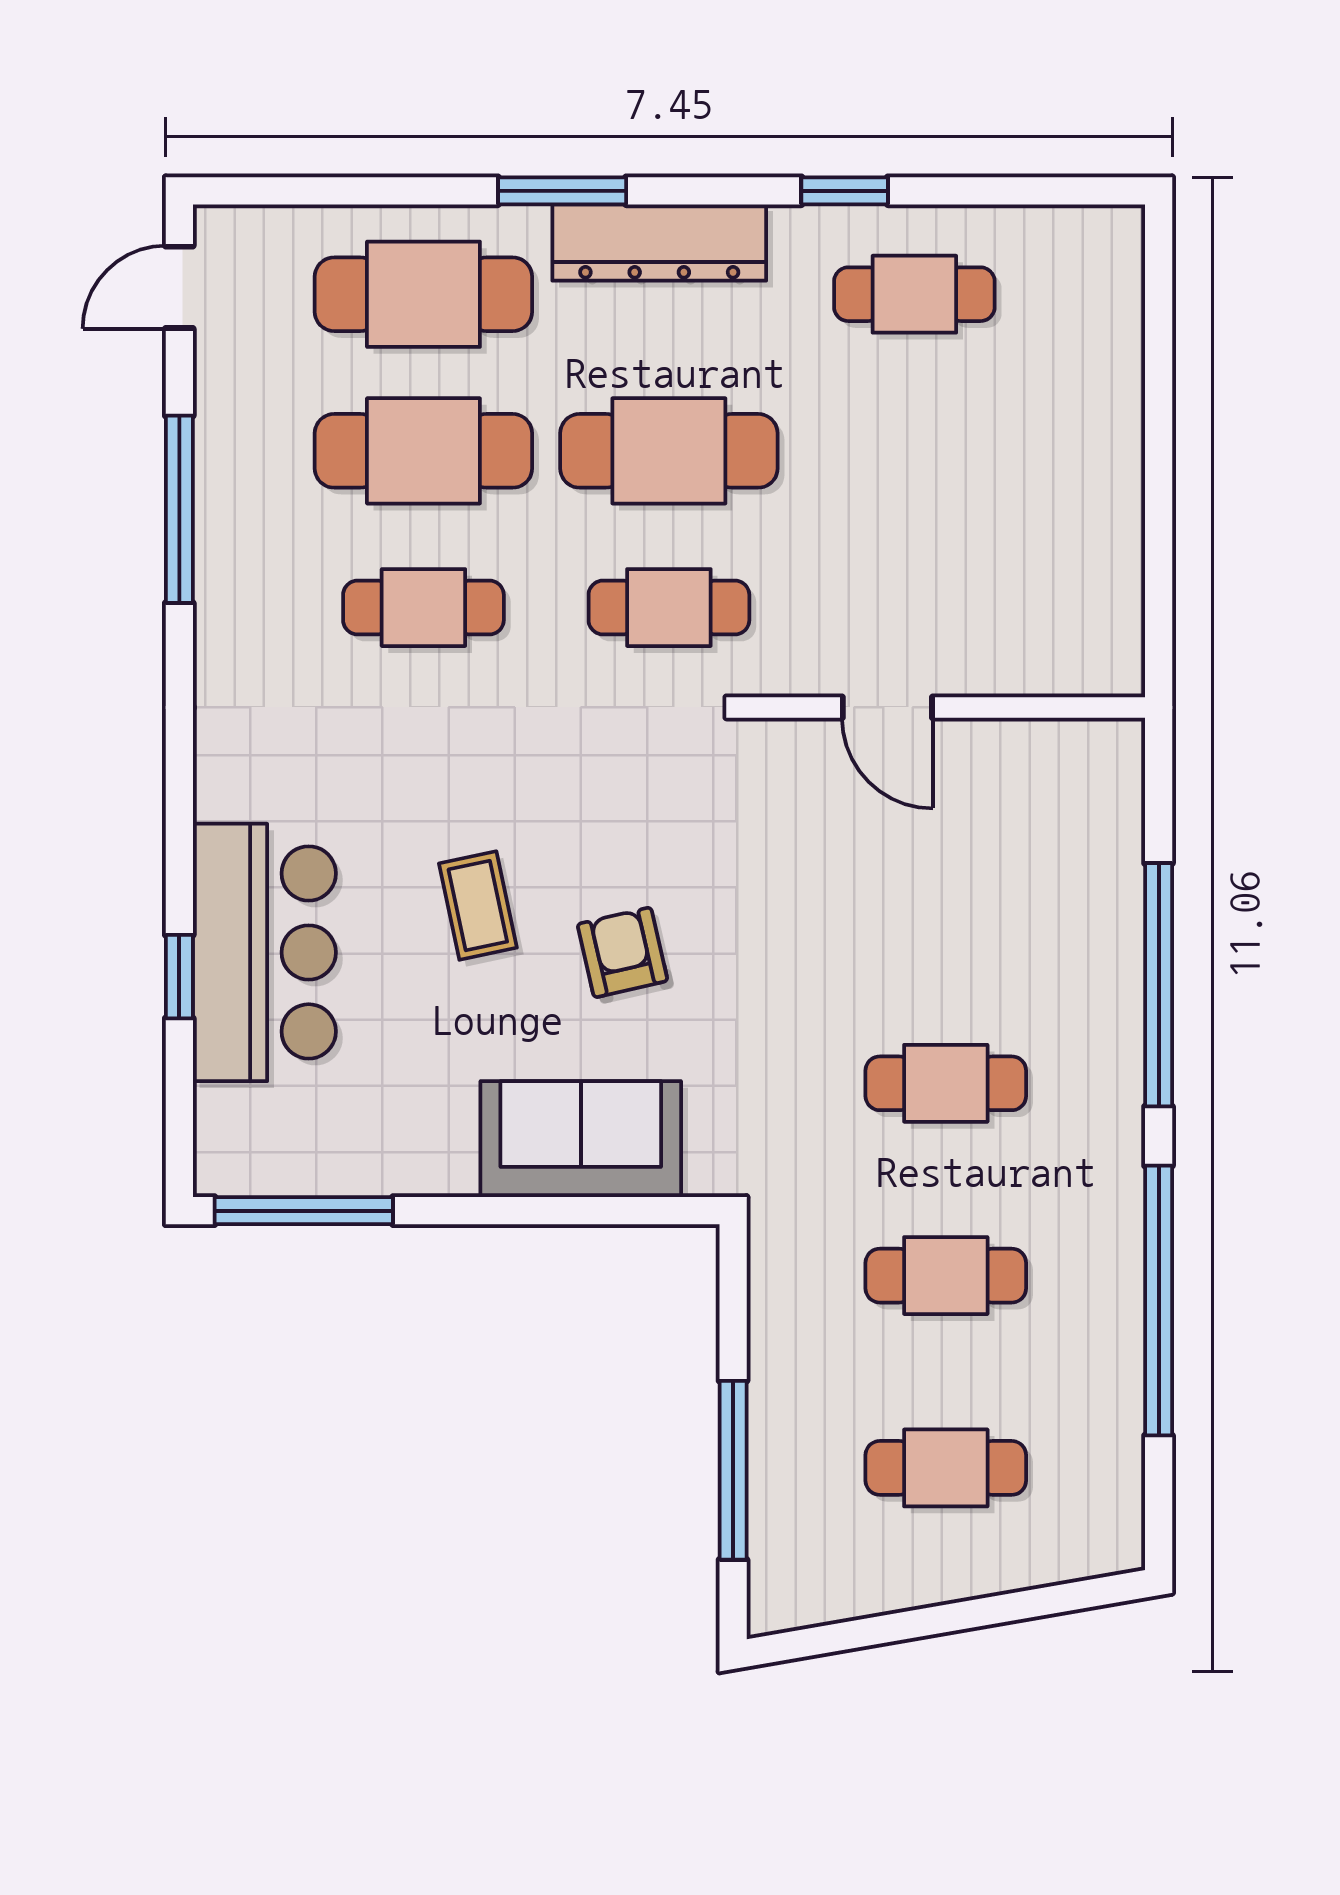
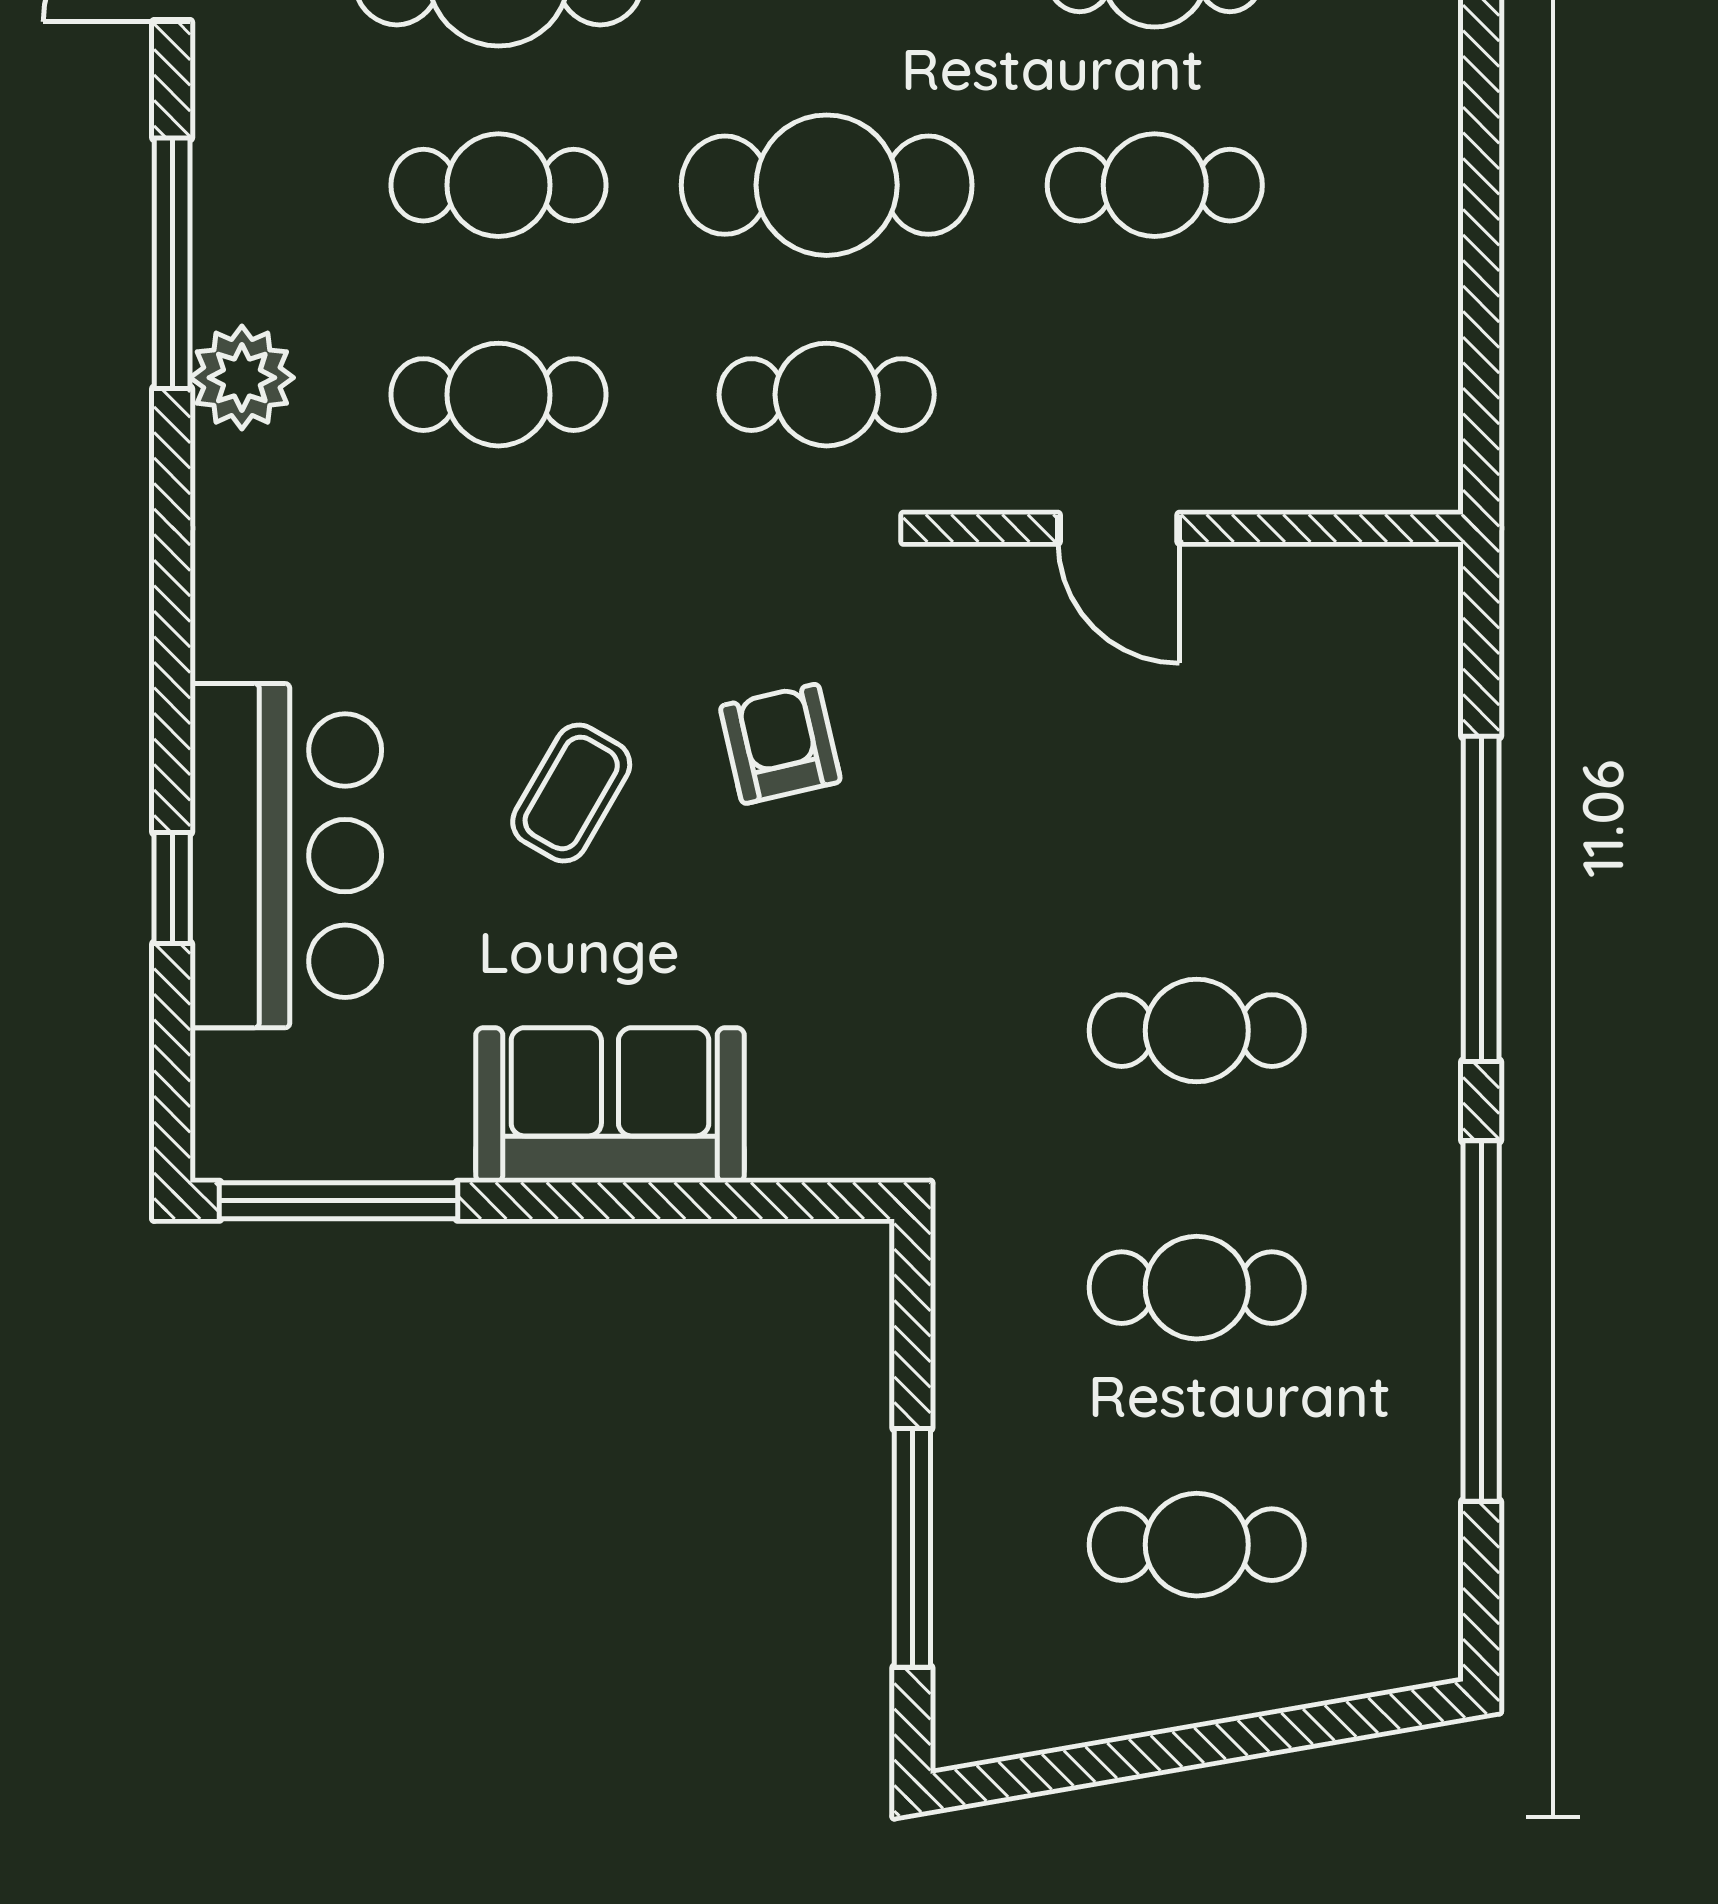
cafe table: (423, 451) -> (498, 185), width x0.73, depth x0.74
cafe table: (914, 451) -> (1155, 185), added
plant: (231, 595) -> (242, 378), added
coffee table: (478, 906) -> (571, 793), turned 42
armchair: (623, 952) -> (780, 744), moved
sofa: (581, 1139) -> (610, 1105), moved

